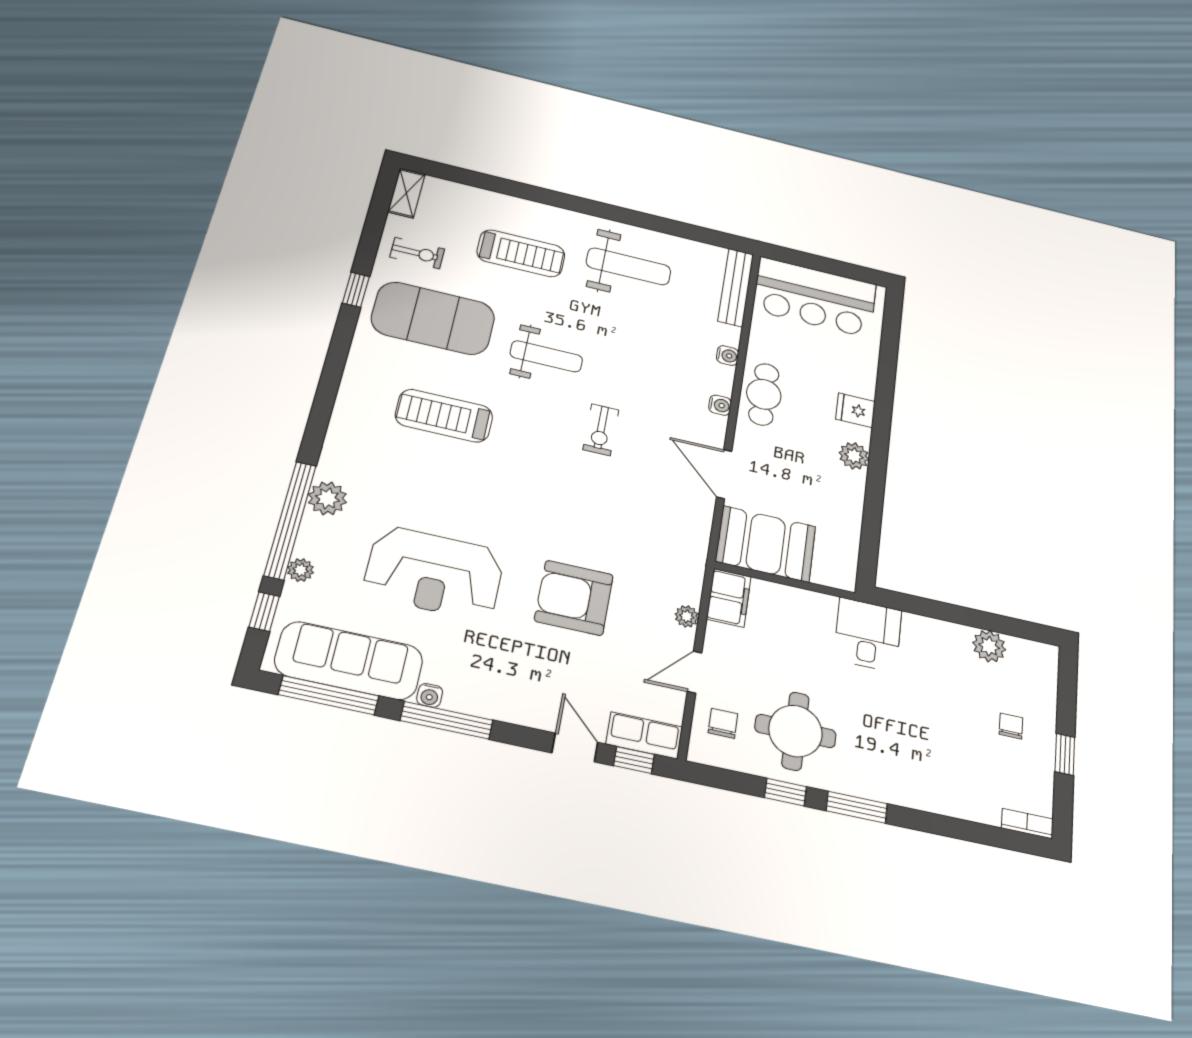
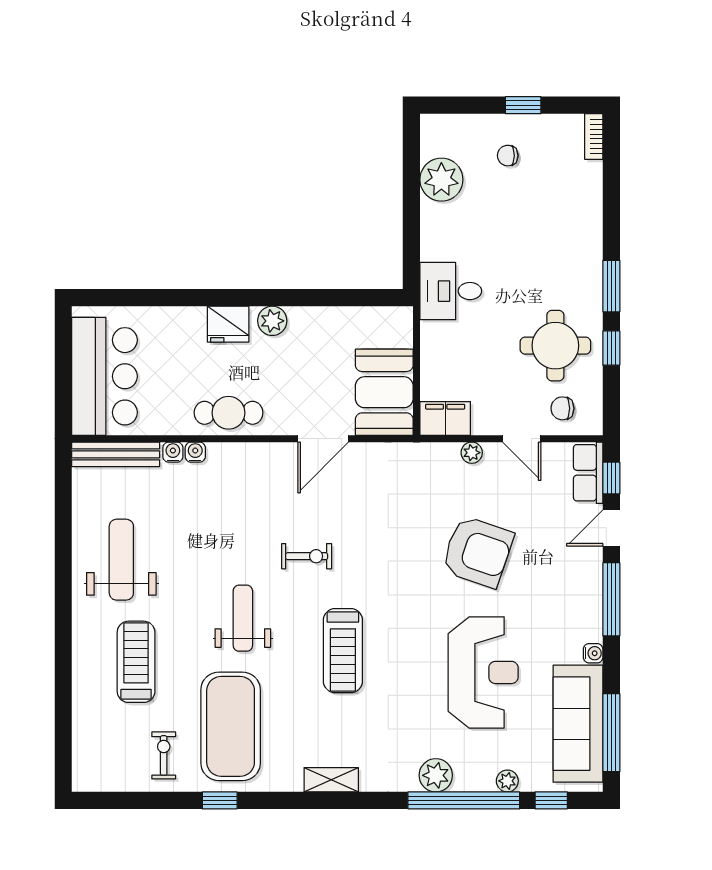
shelving: (406, 193) -> (331, 780), moved
water cooler: (720, 405) -> (173, 452), moved
fridge: (855, 410) -> (228, 324), width x1.38
treadmill: (444, 416) -> (343, 651), moved
armchair: (574, 598) -> (478, 552), turned -71
plant: (989, 646) -> (441, 180), width x1.36, depth x1.36
window: (447, 720) -> (611, 599), moved

